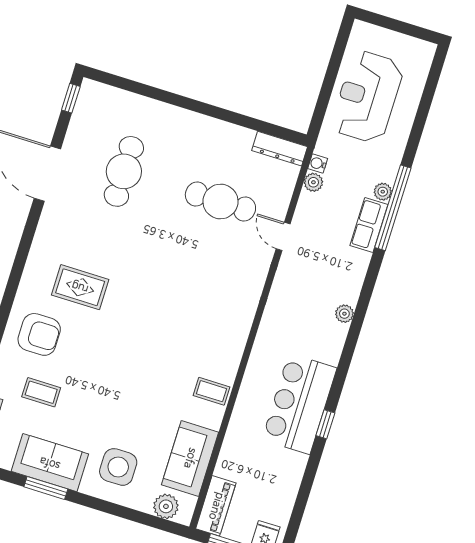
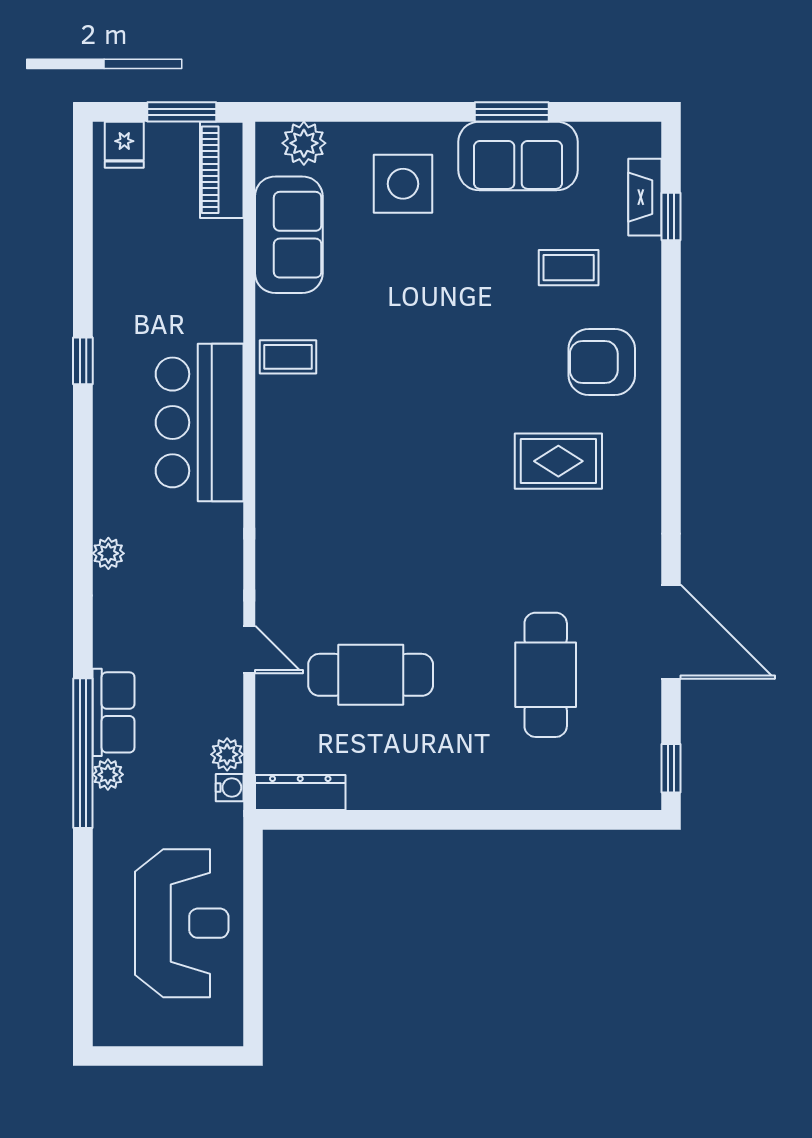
bar counter: (299, 404) -> (200, 422), moved, turned 180

